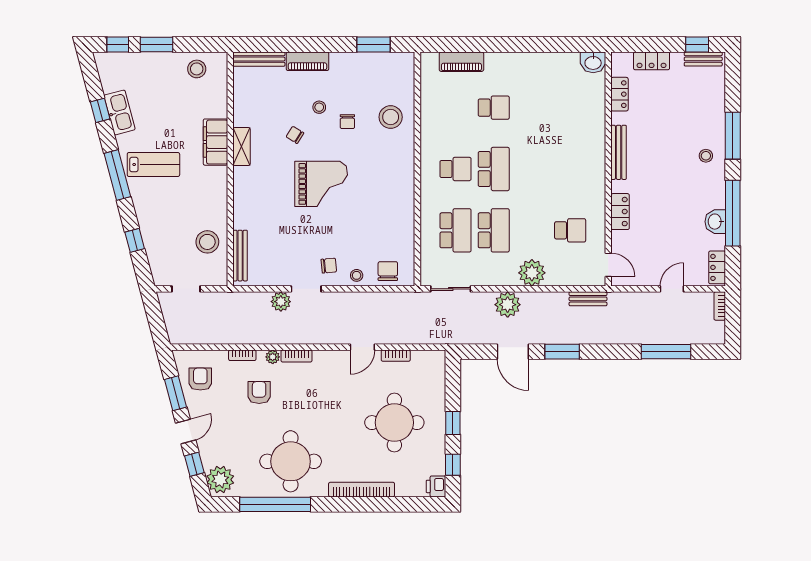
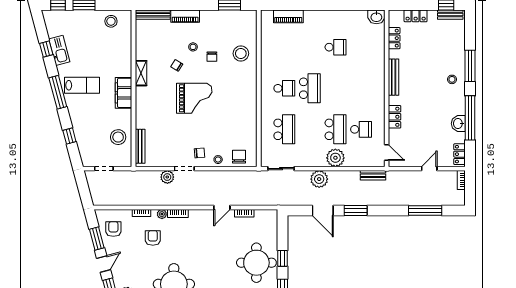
school desk: (494, 108) -> (335, 47), moved
filing cabinet: (215, 142) -> (124, 93), moved
school desk: (494, 230) -> (335, 129), moved
round table: (394, 423) -> (256, 263), moved

